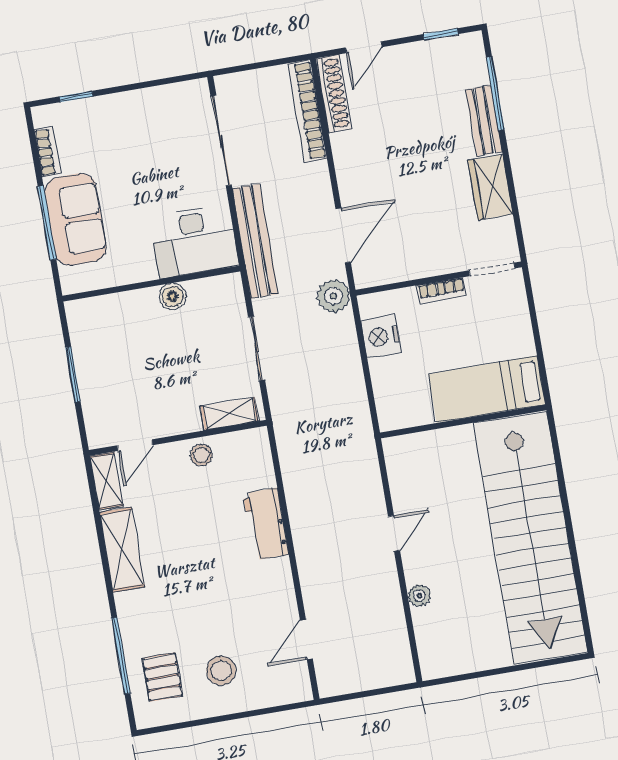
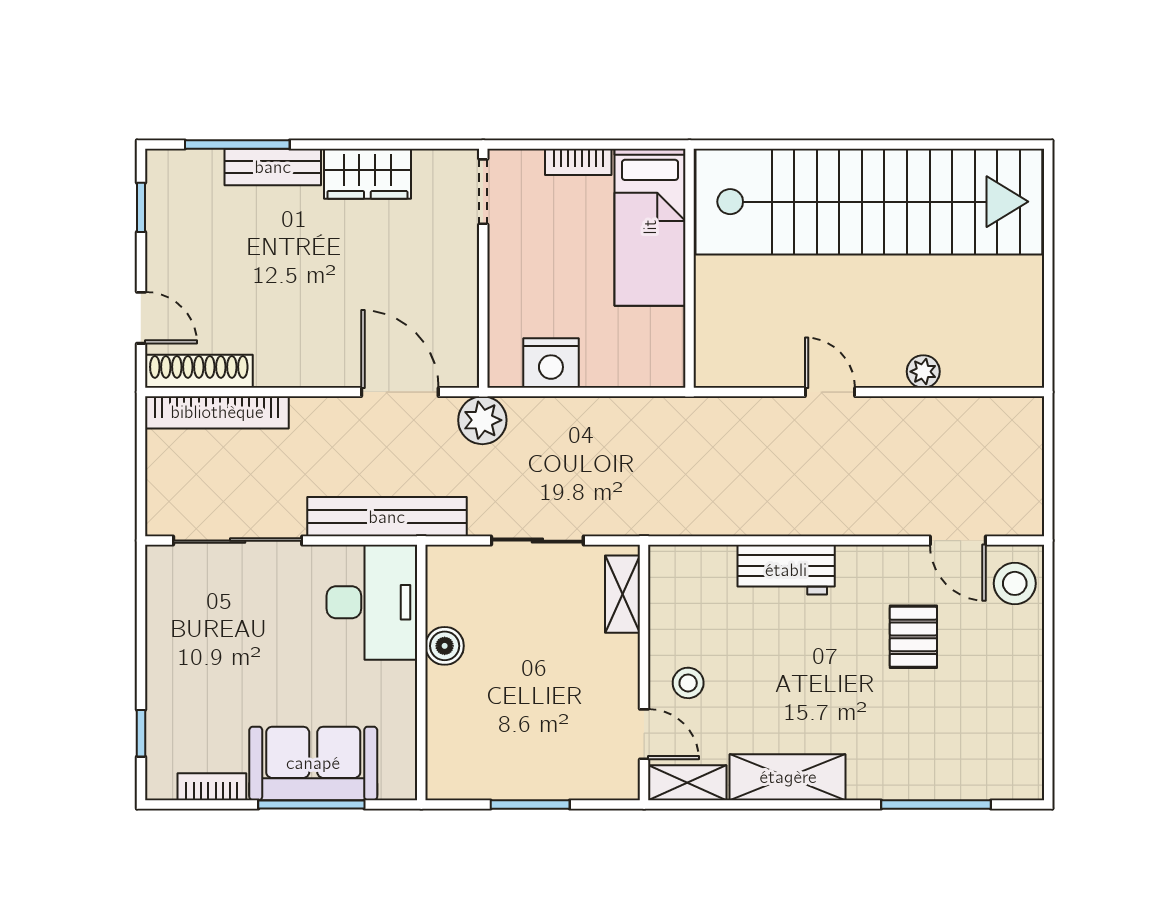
bookcase: (441, 290) -> (578, 162), moved, turned 90
stool: (201, 455) -> (688, 683), moved
stool: (221, 671) -> (1015, 583), moved
pallet: (162, 677) -> (913, 637), moved, turned 90

